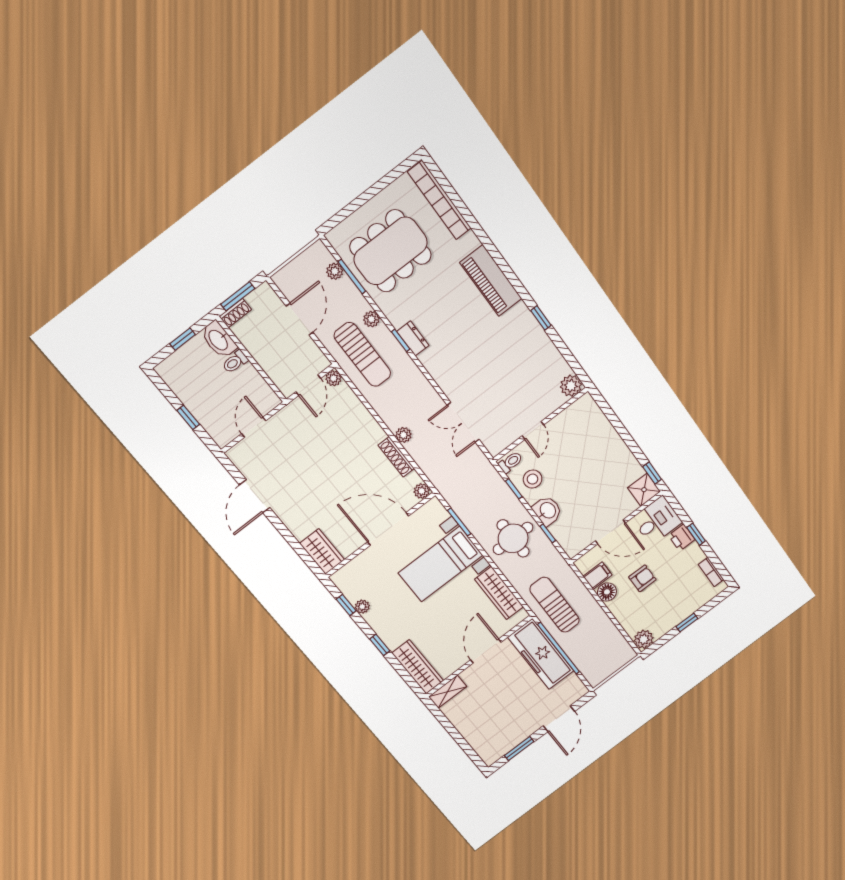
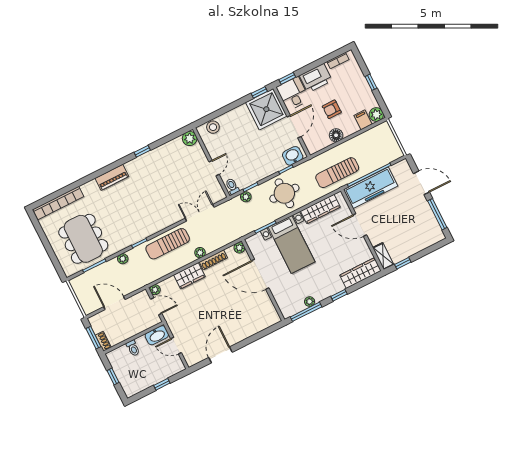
plant: (335, 271) -> (246, 197), moved
piano: (491, 281) -> (112, 177), width x0.73, depth x0.75
dresser: (413, 338) -> (140, 235), removed
washbasin: (219, 340) -> (157, 335), moved
sun lounger: (362, 354) -> (168, 244), moved, turned 180
double door: (463, 422) -> (200, 213), swing flipped
door: (533, 430) -> (214, 168), hinge flipped
stool: (533, 479) -> (213, 127), moved
shower: (644, 490) -> (266, 109), width x1.86, depth x1.86
door: (255, 496) -> (220, 355), swing flipped
washbasin: (547, 511) -> (293, 156), moved
door: (388, 529) -> (260, 274), hinge flipped
window: (696, 534) -> (287, 78), moved
printer: (682, 538) -> (316, 78), width x1.87, depth x1.48
wardrobe: (322, 551) -> (189, 276), moved, turned 180
filing cabinet: (598, 576) -> (363, 120), moved
armchair: (642, 578) -> (332, 109), turned -90
window: (346, 605) -> (306, 312), width x2.17
window: (443, 720) -> (403, 263), added
window: (519, 749) -> (437, 214), width x1.44

